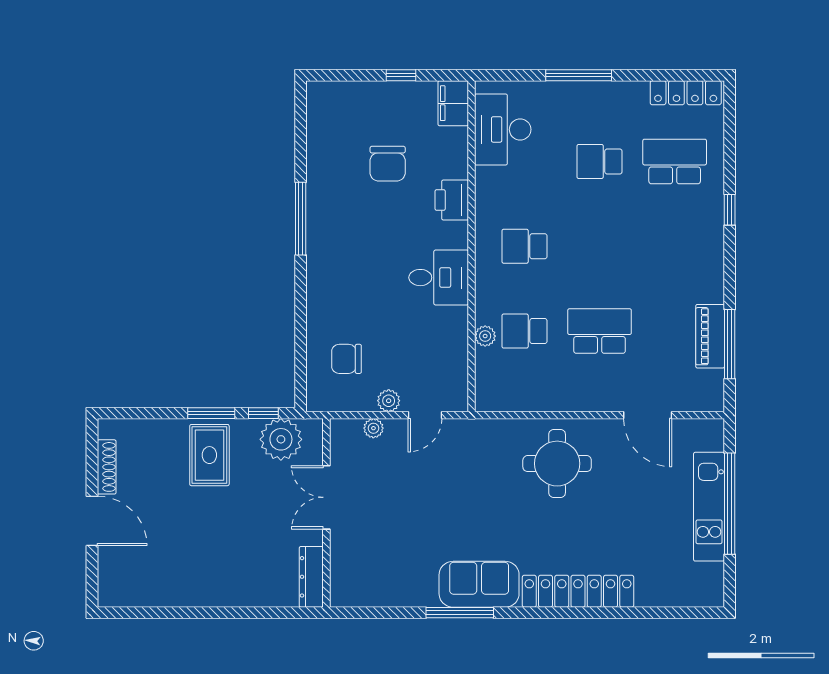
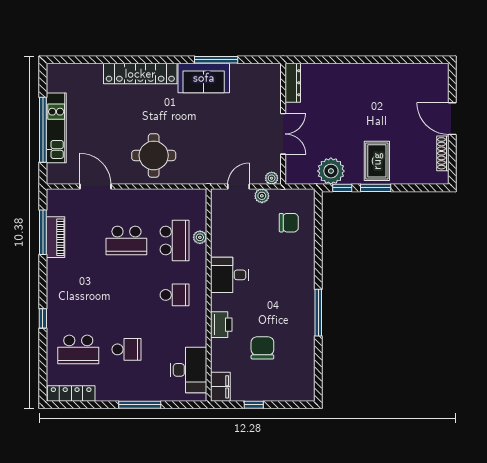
school desk: (525, 331) -> (175, 241), width x1.85
double door: (326, 497) -> (283, 134), moved
wall: (326, 513) -> (283, 124), moved
dresser: (311, 577) -> (293, 83), moved

